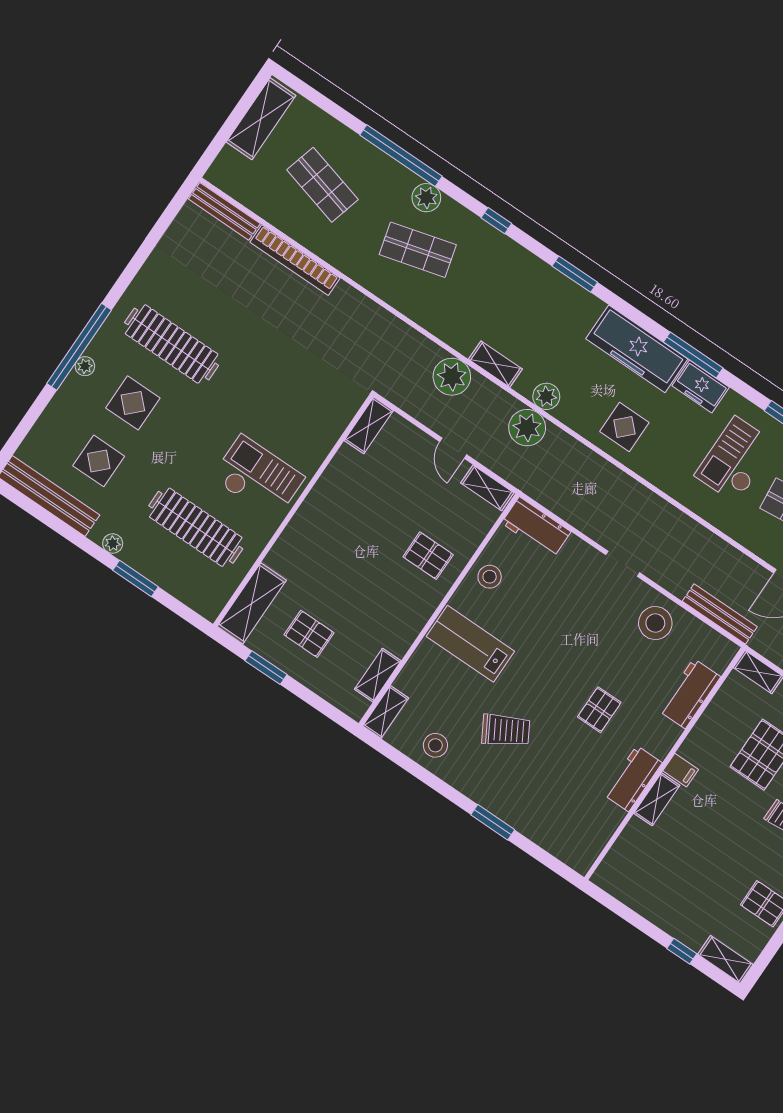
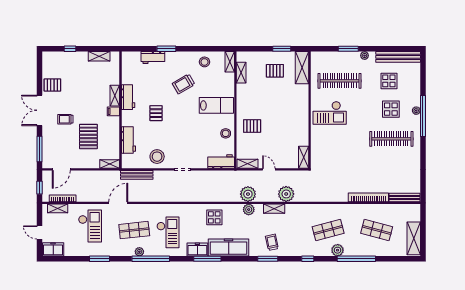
trolley: (545, 301) -> (272, 242), added
workbench: (531, 823) -> (153, 57), added
shelving: (725, 959) -> (99, 56), moved

